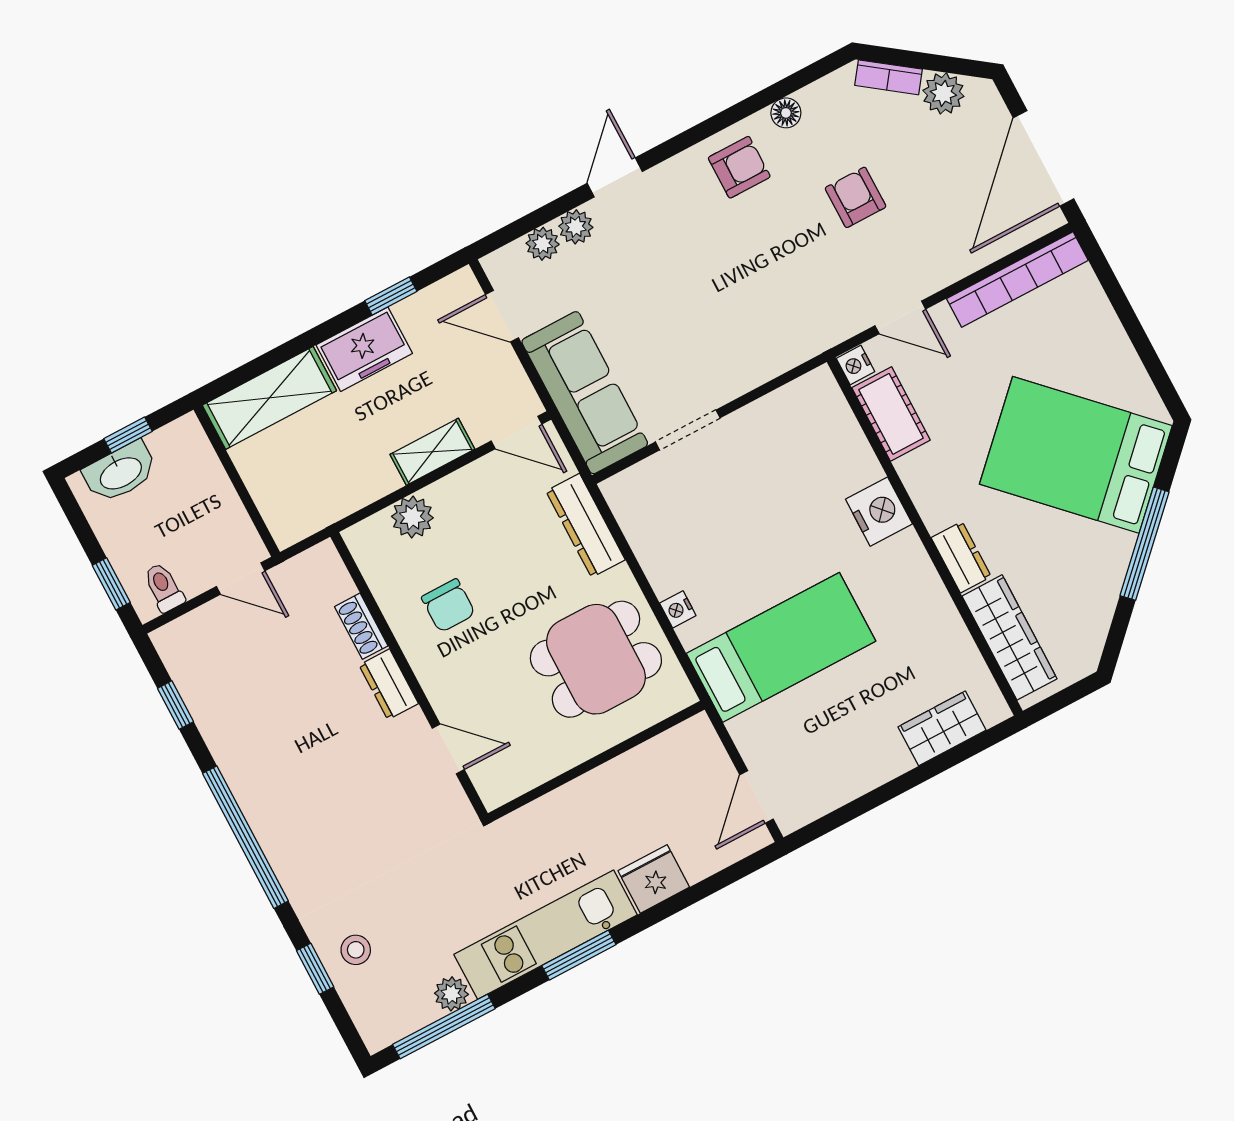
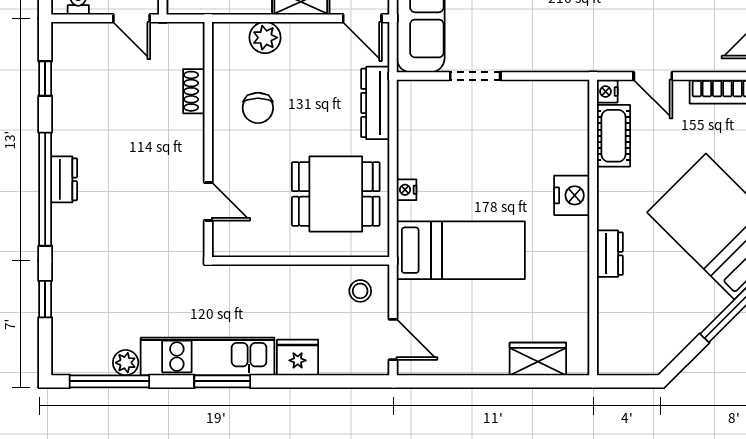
wardrobe: (1009, 637) -> (614, 323), removed
dresser: (389, 684) -> (64, 179), moved, turned 180
door: (757, 797) -> (393, 340), swing flipped
stool: (356, 950) -> (360, 291), moved

